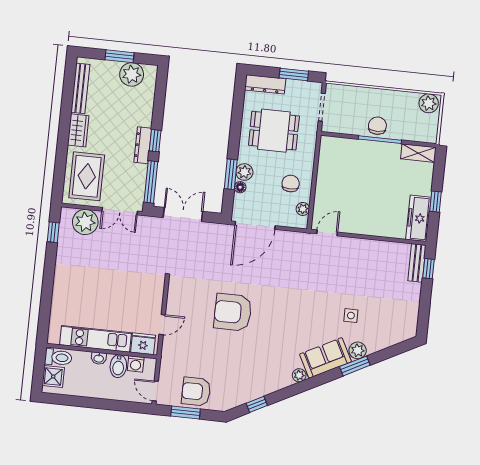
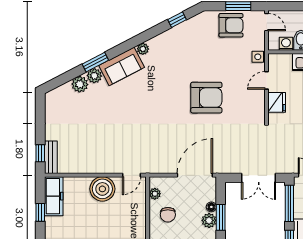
boiler: (362, 221) -> (102, 189), added
side table: (351, 316) -> (258, 57), moved
plant: (375, 343) -> (80, 84), added
fridge: (143, 344) -> (277, 102), moved, turned -90

